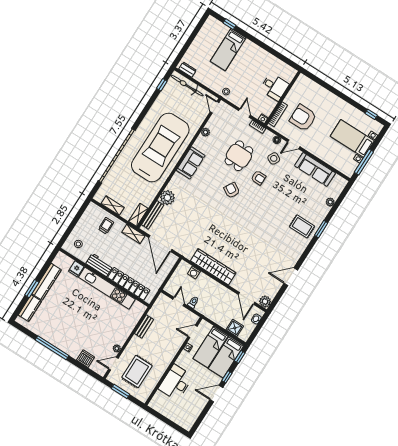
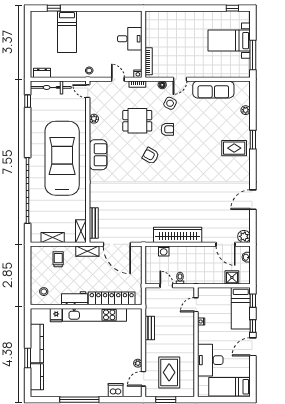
armchair: (303, 118) -> (173, 50), removed
dining table: (239, 156) -> (137, 121), turned 90
plant: (167, 198) -> (97, 199), removed
bed: (211, 347) -> (229, 387), moved, turned 90

